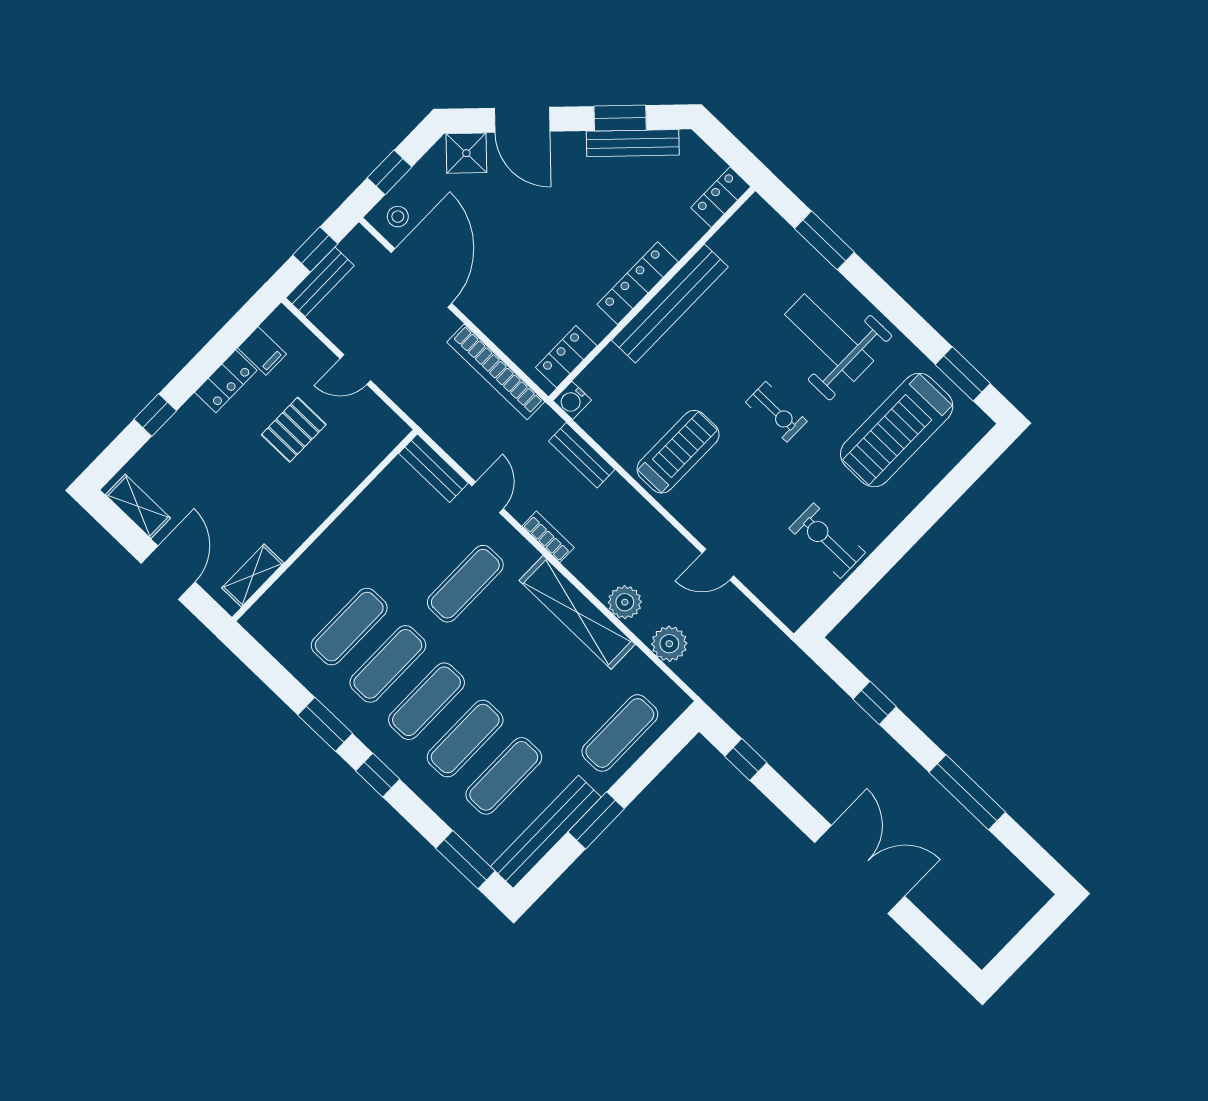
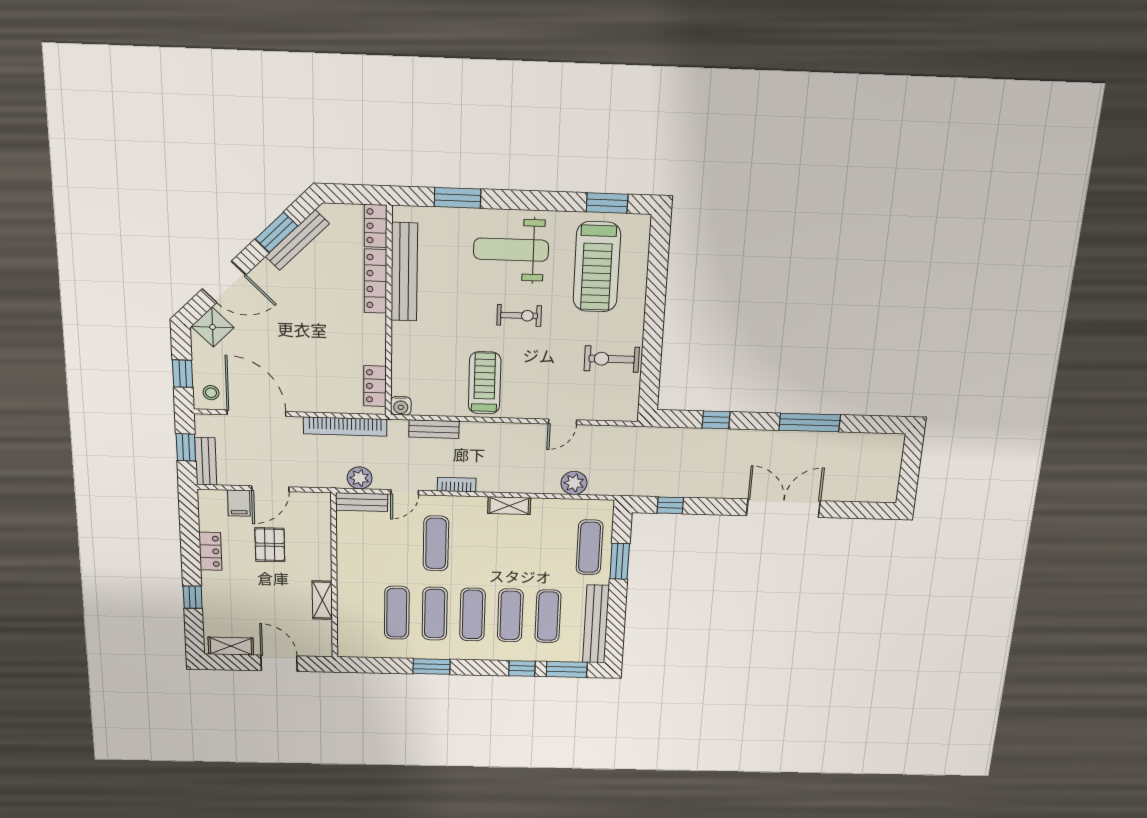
locker: (638, 283) -> (375, 281), moved
bench: (670, 304) -> (404, 272), moved
filing cabinet: (262, 351) -> (239, 503), moved, turned 90
door: (355, 370) -> (270, 489), width x1.38
door: (488, 497) -> (405, 492), swing flipped
shelving: (253, 575) -> (322, 600), moved
plant: (625, 602) -> (360, 478), moved
shelving: (577, 612) -> (509, 506), width x0.45, depth x0.75
window: (378, 775) -> (522, 668), moved
window: (596, 820) -> (620, 561), moved

